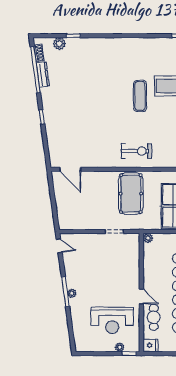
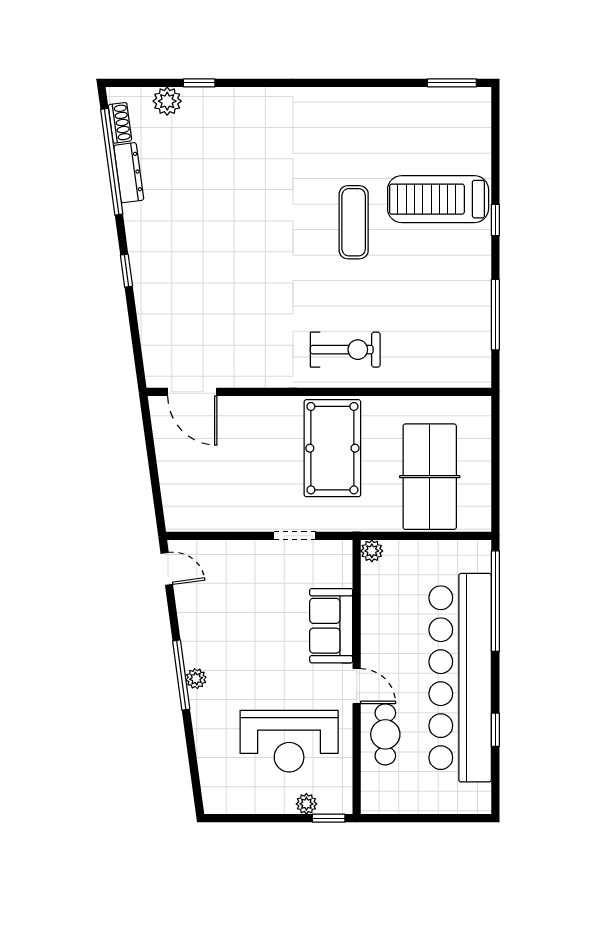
sofa: (130, 270) -> (331, 626), added
fridge: (150, 345) -> (378, 799), removed

